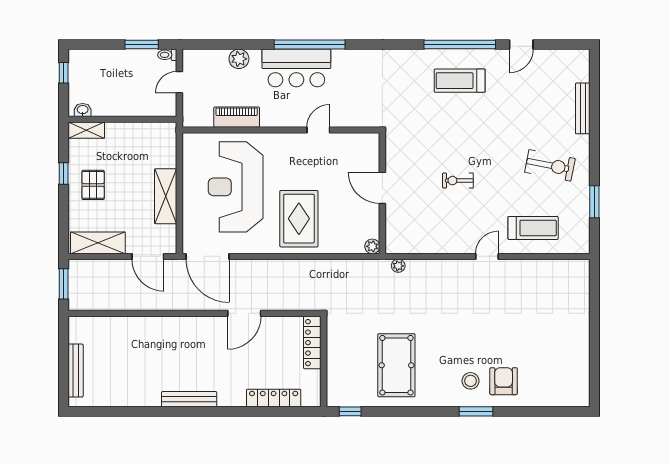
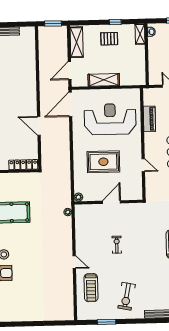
rug: (299, 219) -> (103, 162), moved

